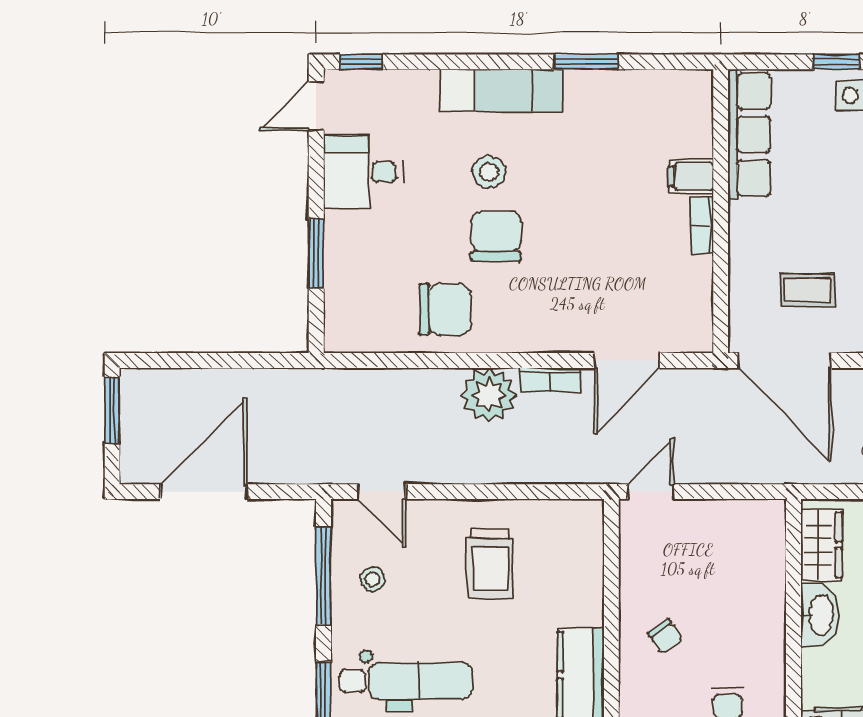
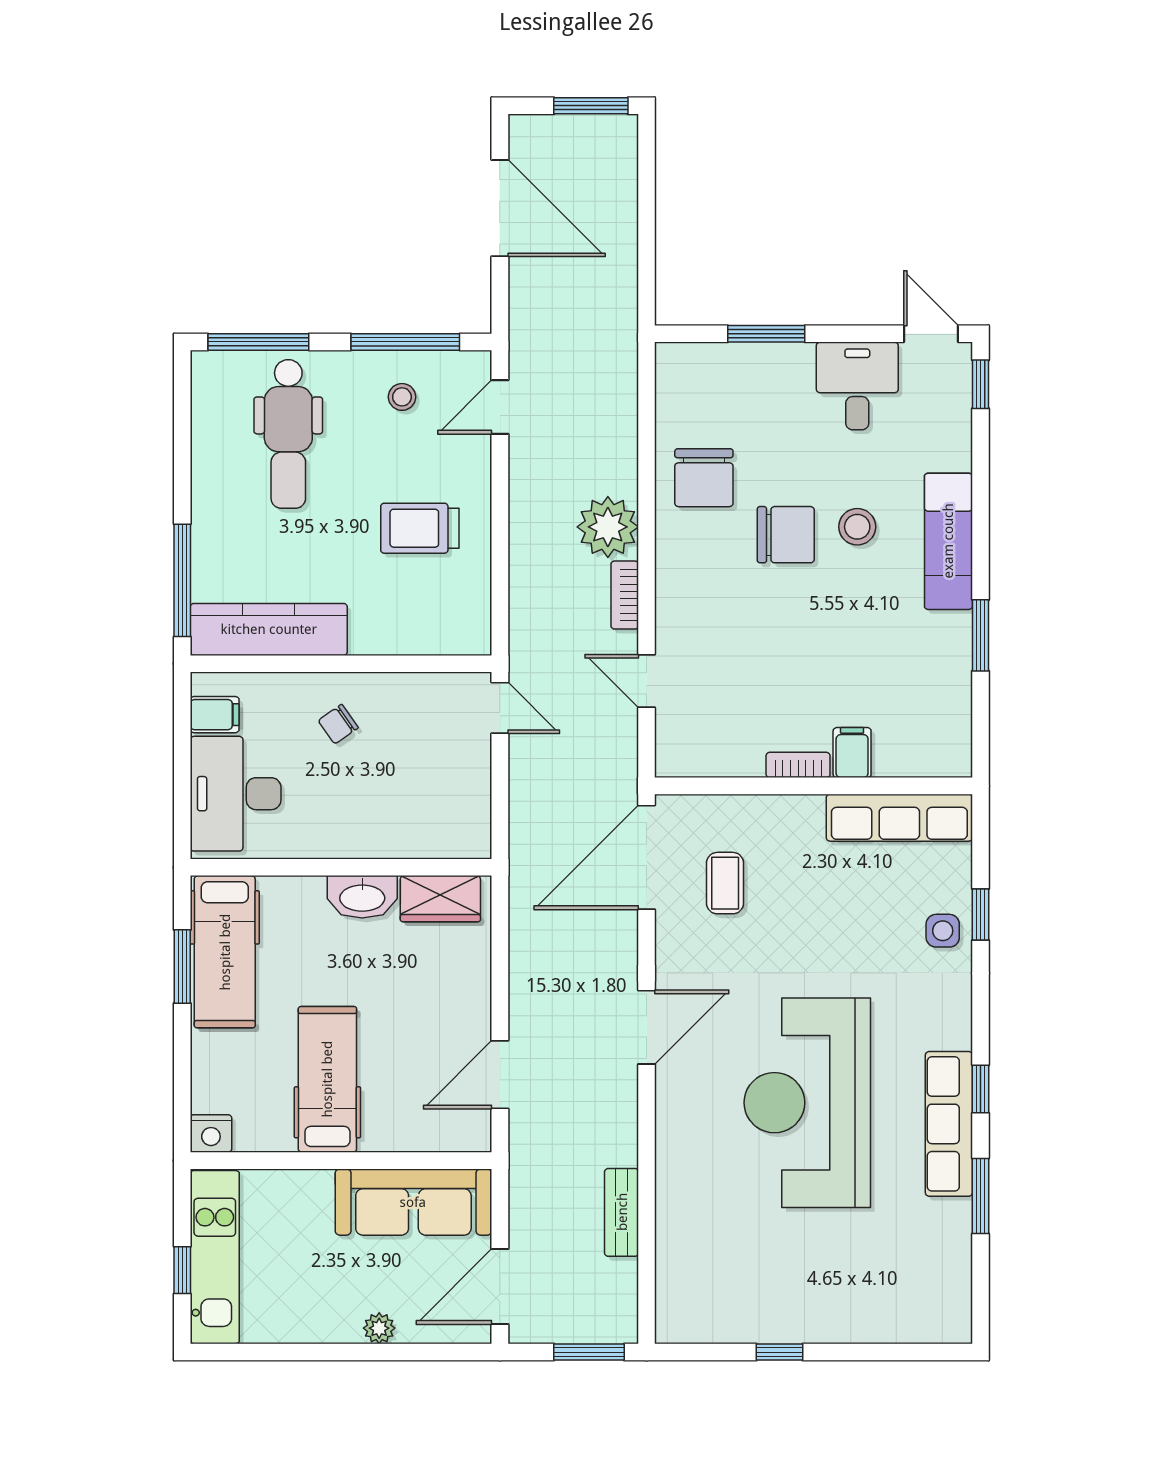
door: (627, 361) -> (647, 681), width x0.73

